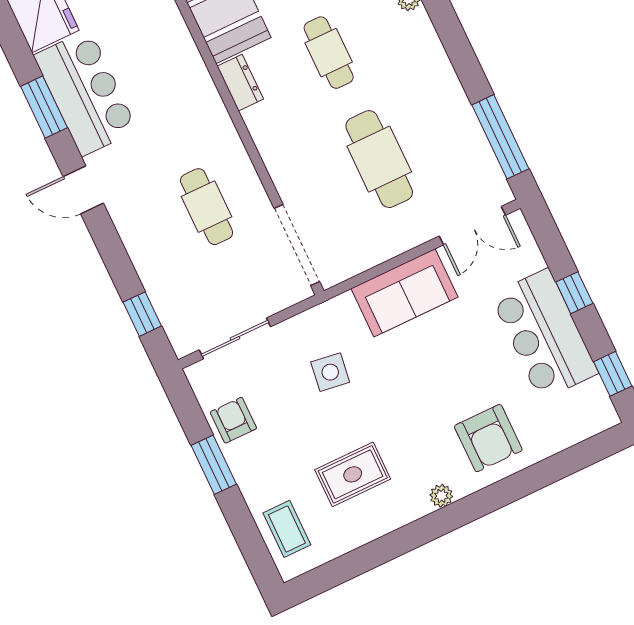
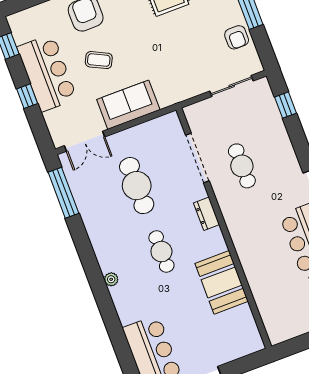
dresser: (240, 83) -> (206, 214), moved
double door: (472, 226) -> (84, 141), swing flipped
doorway: (297, 245) -> (197, 158), moved
coffee table: (460, 363) -> (99, 60), added
side table: (330, 372) -> (176, 61), removed

